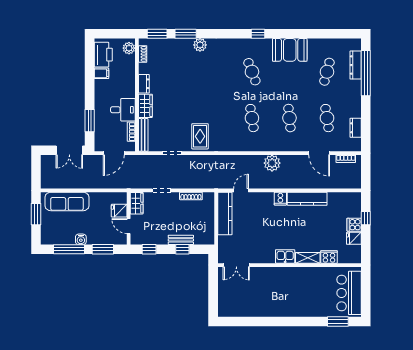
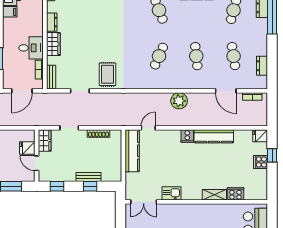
cafe table: (252, 118) -> (159, 56), turned 33
bench: (143, 135) -> (51, 77), width x0.73
fridge: (354, 238) -> (260, 136), moved
kitchen sink: (285, 256) -> (172, 193), moved

